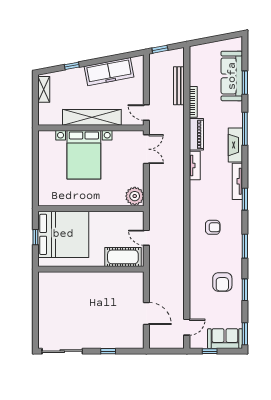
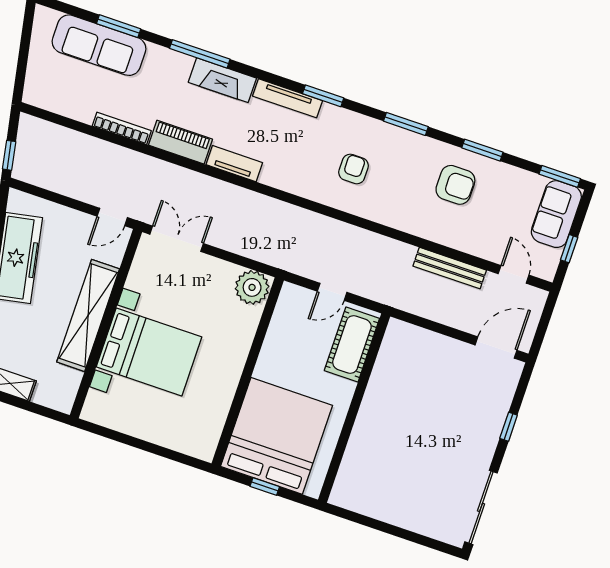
bench: (179, 86) -> (450, 268), moved
door: (146, 313) -> (496, 348), moved

